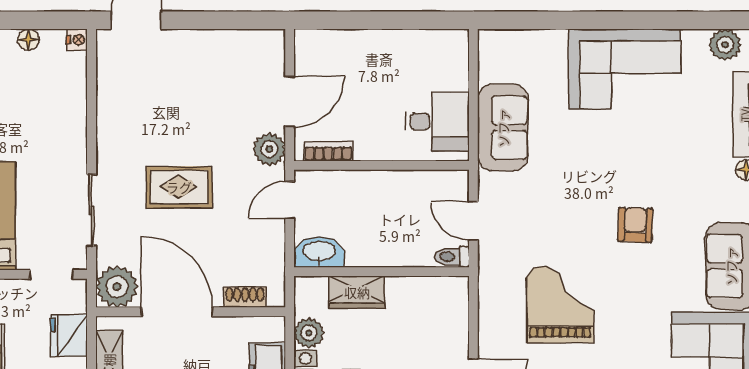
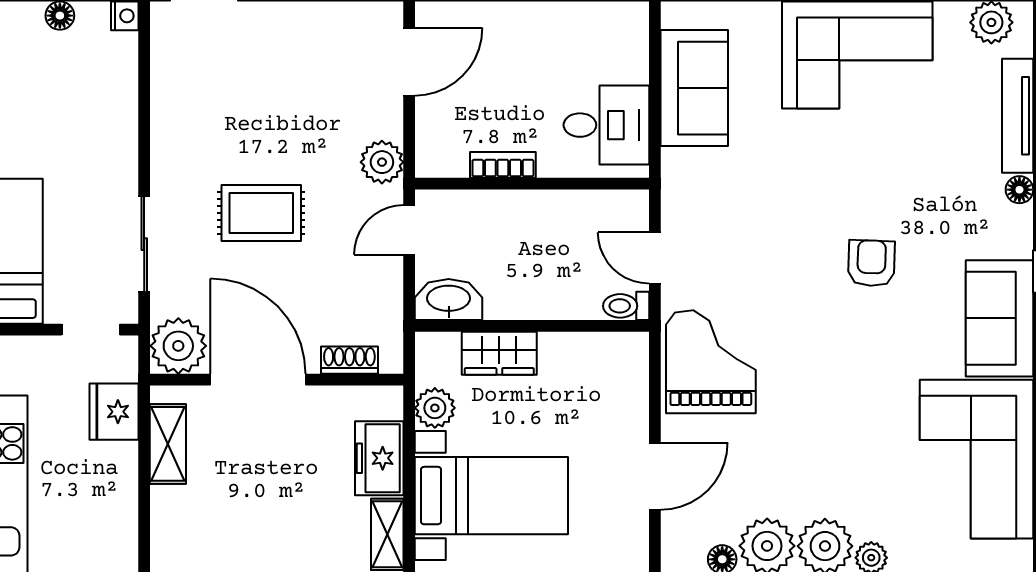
door: (290, 101) -> (409, 62), moved
sofa: (503, 128) -> (694, 88), moved
bookcase: (328, 151) -> (503, 165), moved
grand piano: (560, 304) -> (711, 362), moved

